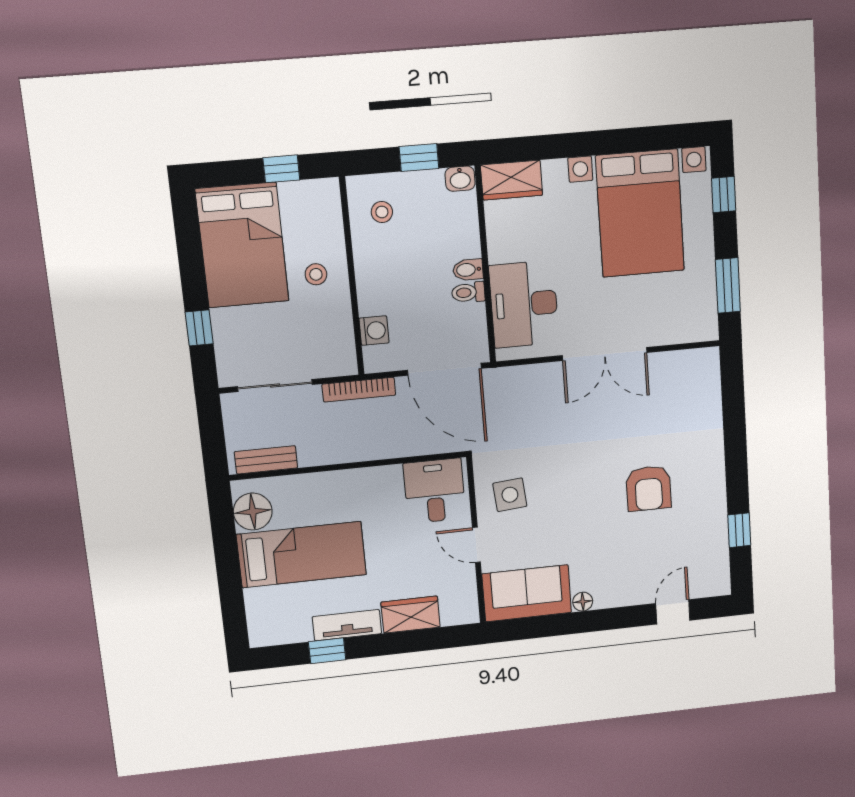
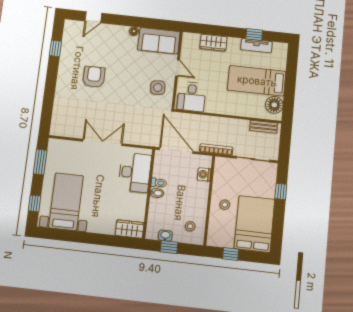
washbasin: (460, 179) -> (165, 236), moved
bed with nightstands: (640, 213) -> (66, 202), width x0.73
tv unit: (347, 625) -> (256, 46), moved

